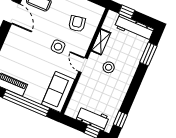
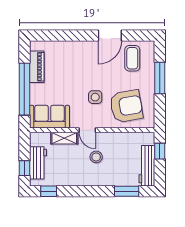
armchair: (77, 24) -> (126, 106), width x1.88, depth x1.88
shelving: (101, 42) -> (64, 138), moved
door: (83, 65) -> (87, 130), swing flipped

